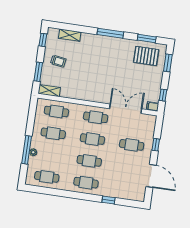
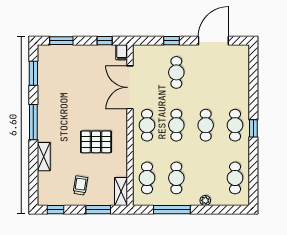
shelving: (70, 35) -> (44, 157), moved
pallet: (146, 56) -> (96, 142), moved, turned 90
window: (27, 150) -> (172, 210), moved
window: (108, 200) -> (253, 128), moved

